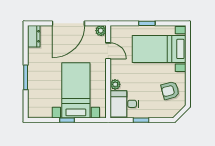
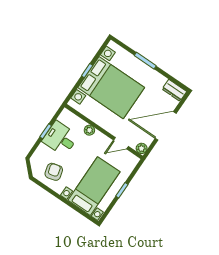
door: (68, 23) -> (166, 126), hinge flipped
bed with nightstands: (76, 90) -> (111, 88), width x1.36
desk: (124, 104) -> (60, 138), moved, turned -90

